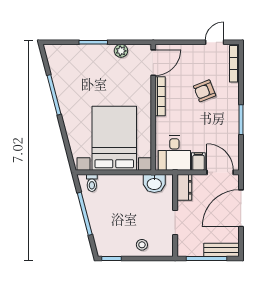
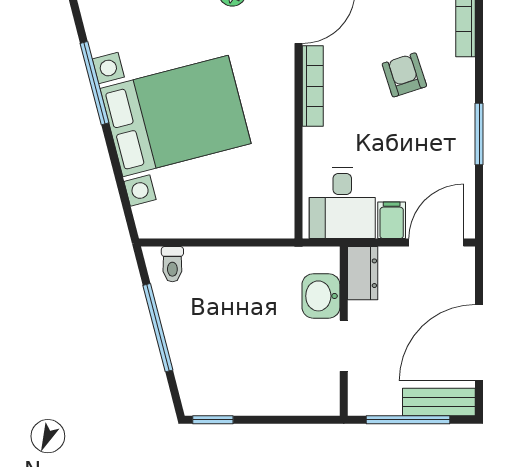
armchair: (205, 91) -> (404, 75), turned 94
bed with nightstands: (114, 138) -> (176, 116), moved, turned 75
door: (220, 172) -> (436, 243), hinge flipped
washbasin: (154, 183) -> (321, 296), moved, turned 90
door: (241, 208) -> (479, 343), moved
stool: (142, 245) -> (276, 391), removed

